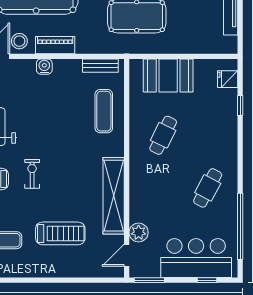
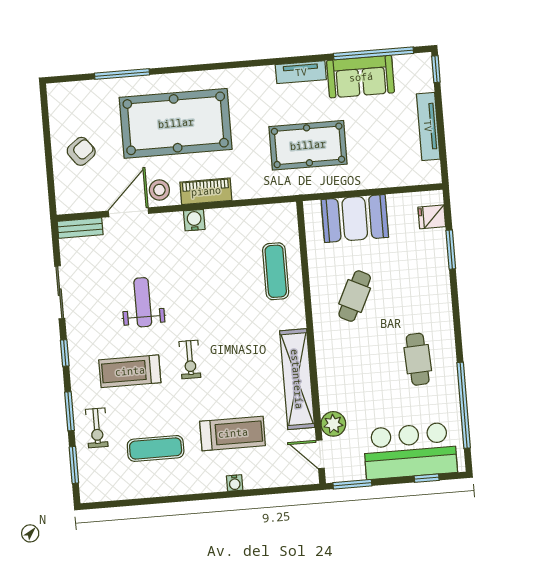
bench: (100, 66) -> (266, 213), removed
window: (240, 106) -> (451, 250), width x1.50
exercise bike: (32, 174) -> (190, 359), turned 180
cafe table: (208, 188) -> (418, 359), turned -31
door: (127, 255) -> (320, 454), hinge flipped
water cooler: (59, 272) -> (235, 483), added

